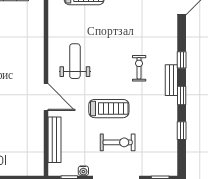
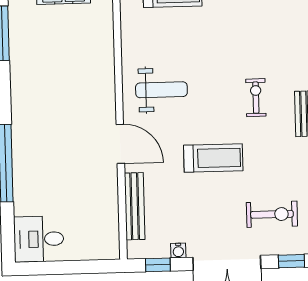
weight bench: (75, 61) -> (161, 90), turned 90
exercise bike: (118, 142) -> (272, 214), moved

